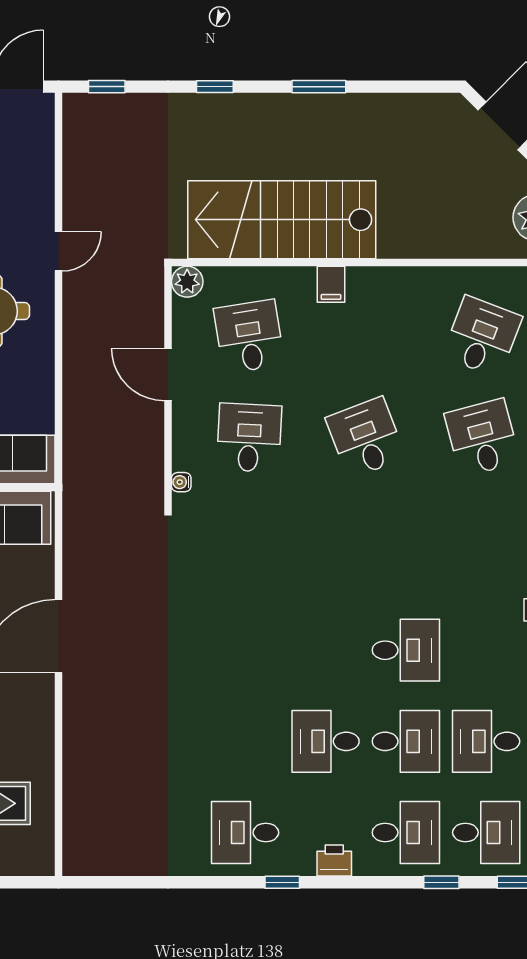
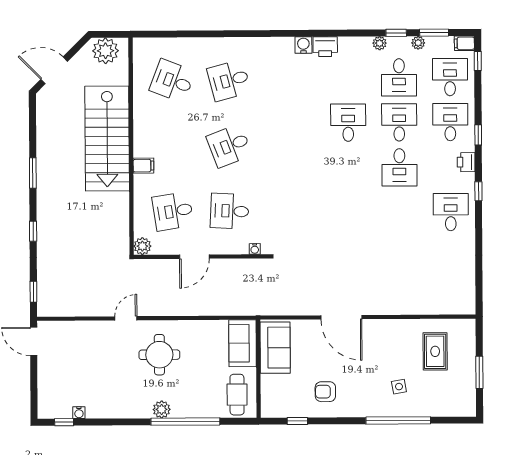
stairs: (282, 220) -> (107, 139), moved
door: (58, 251) -> (126, 318), hinge flipped
desk: (245, 833) -> (451, 212), turned 180
window: (441, 882) -> (478, 135), moved

